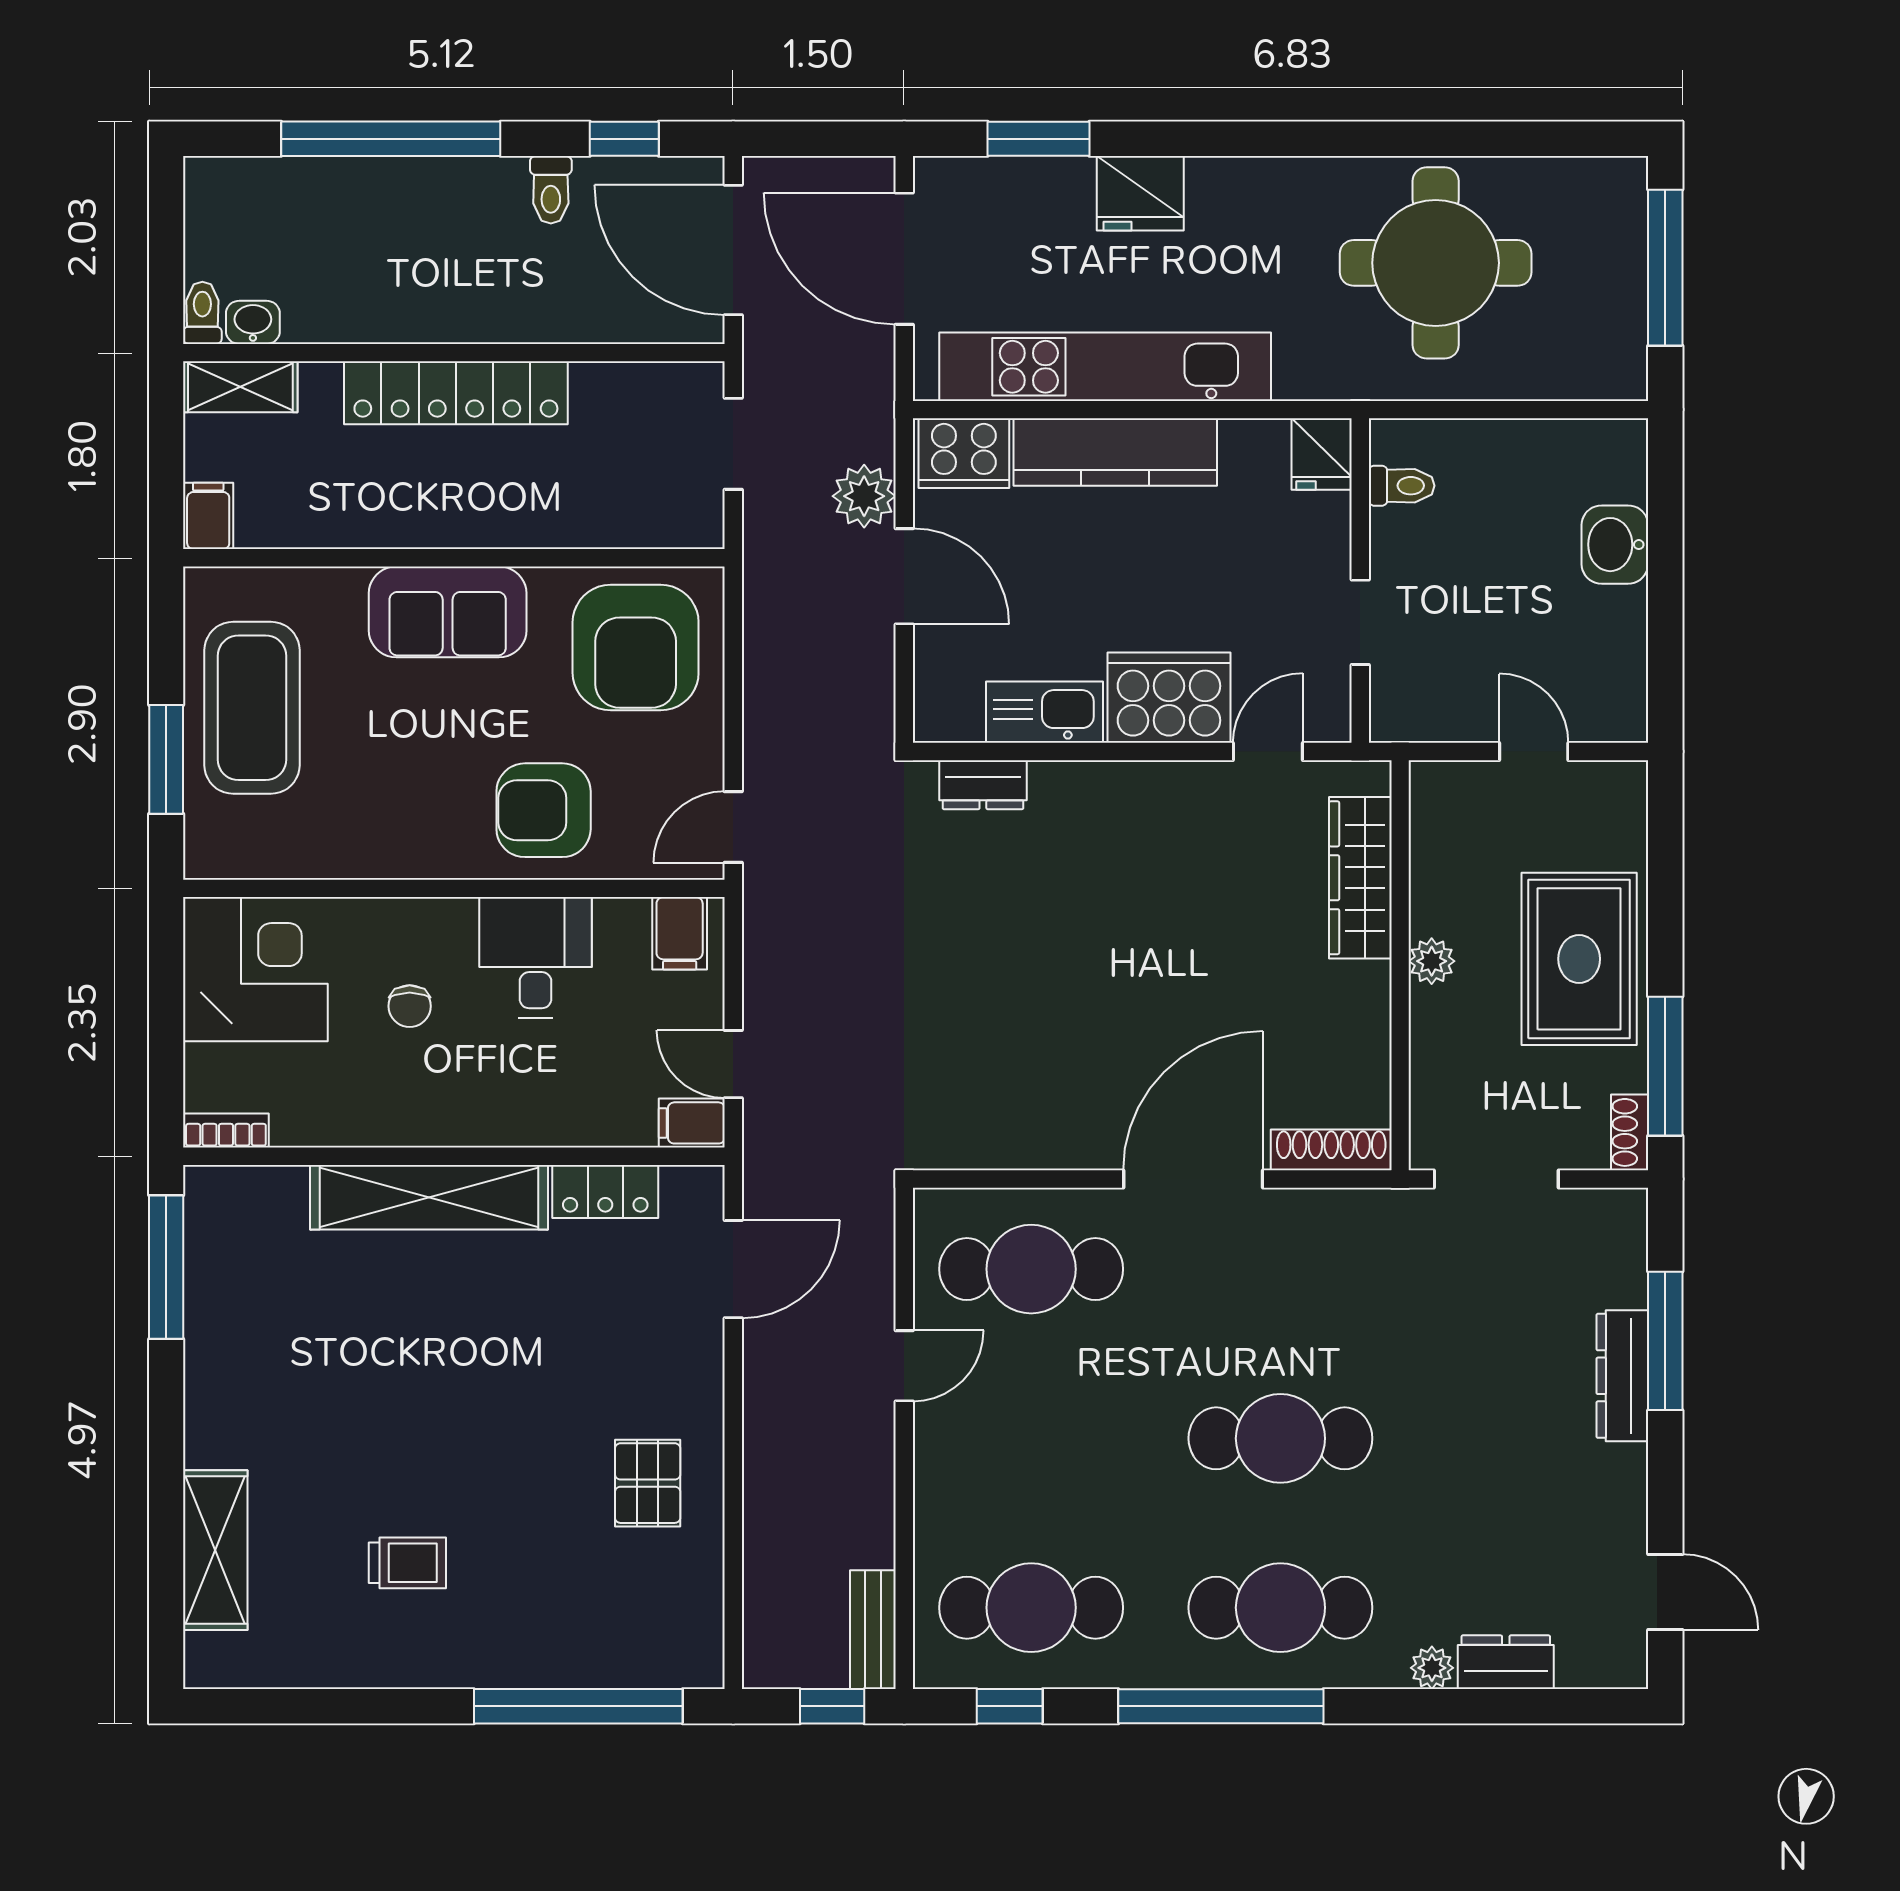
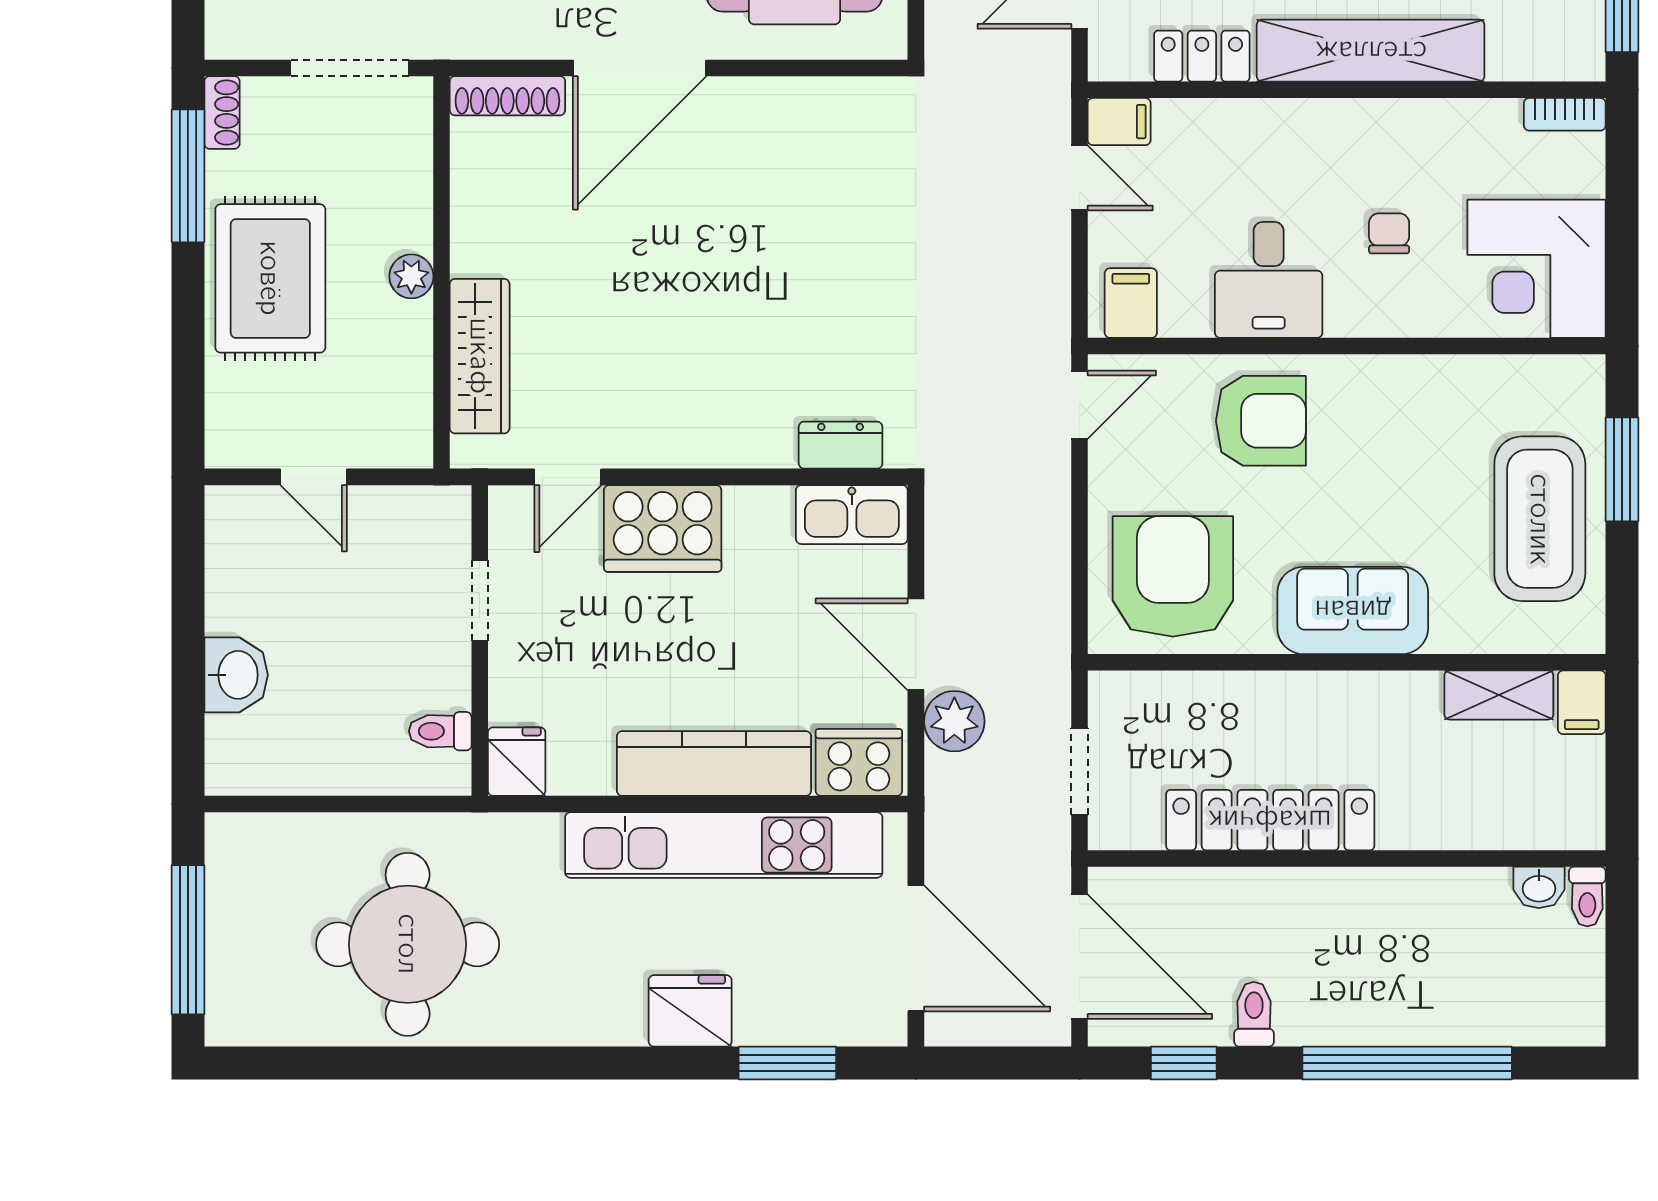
shelving: (240, 387) -> (1499, 695), moved
locker: (456, 393) -> (1270, 820), moved
kitchen sink: (1044, 712) -> (852, 515), moved

